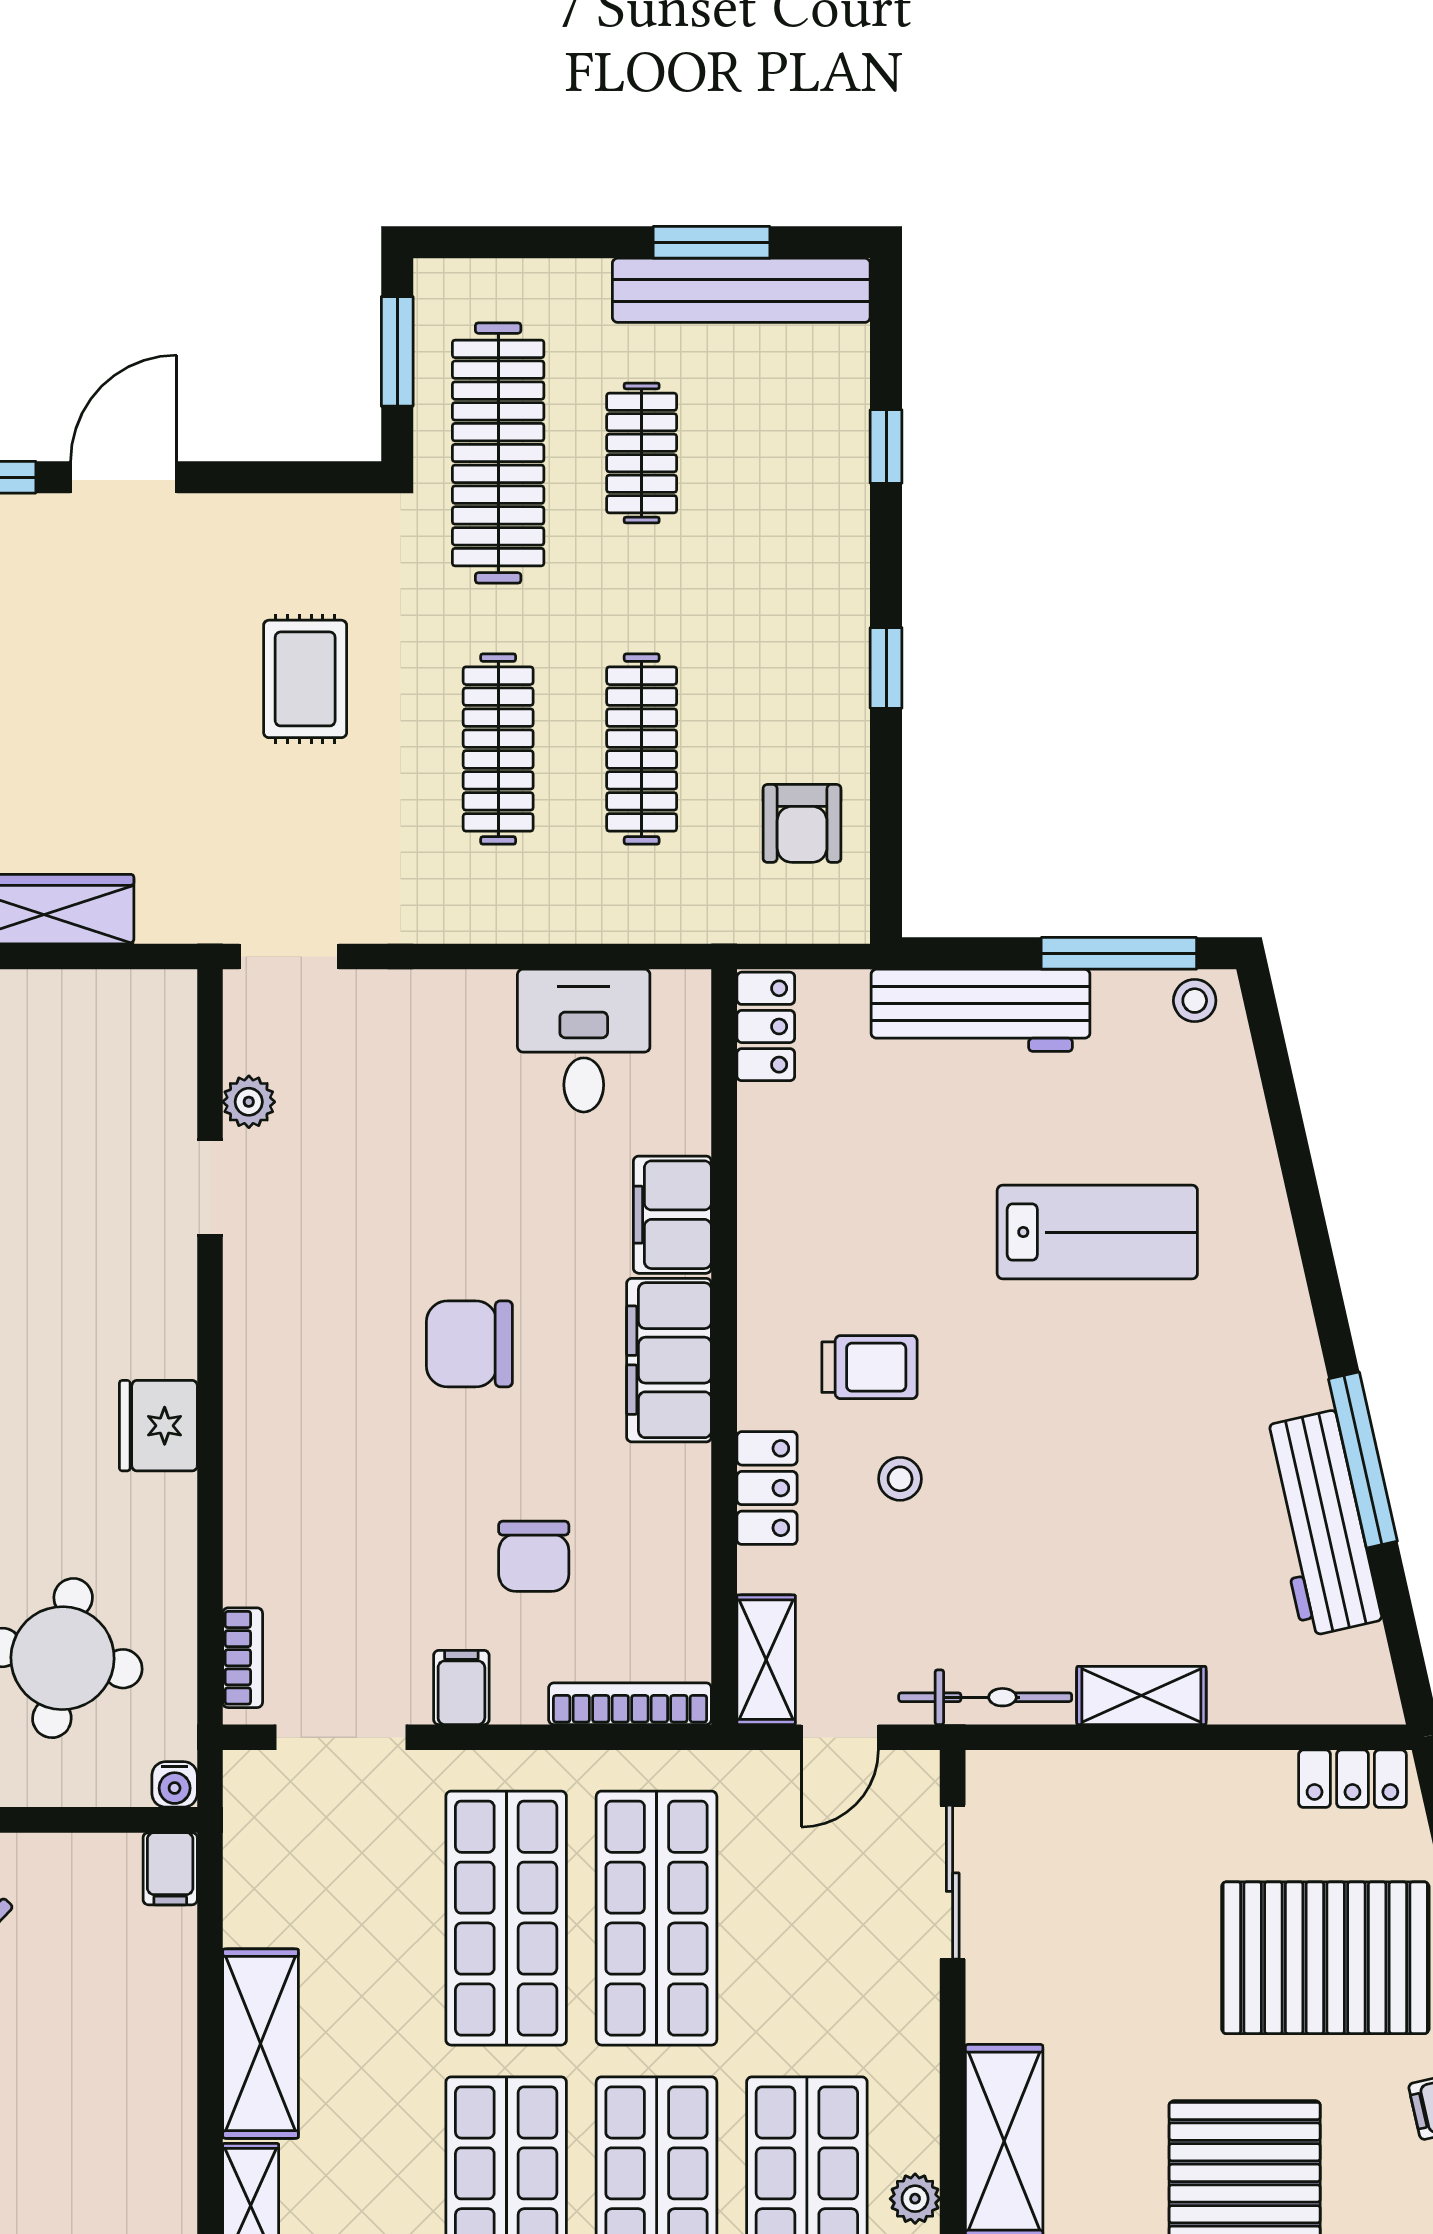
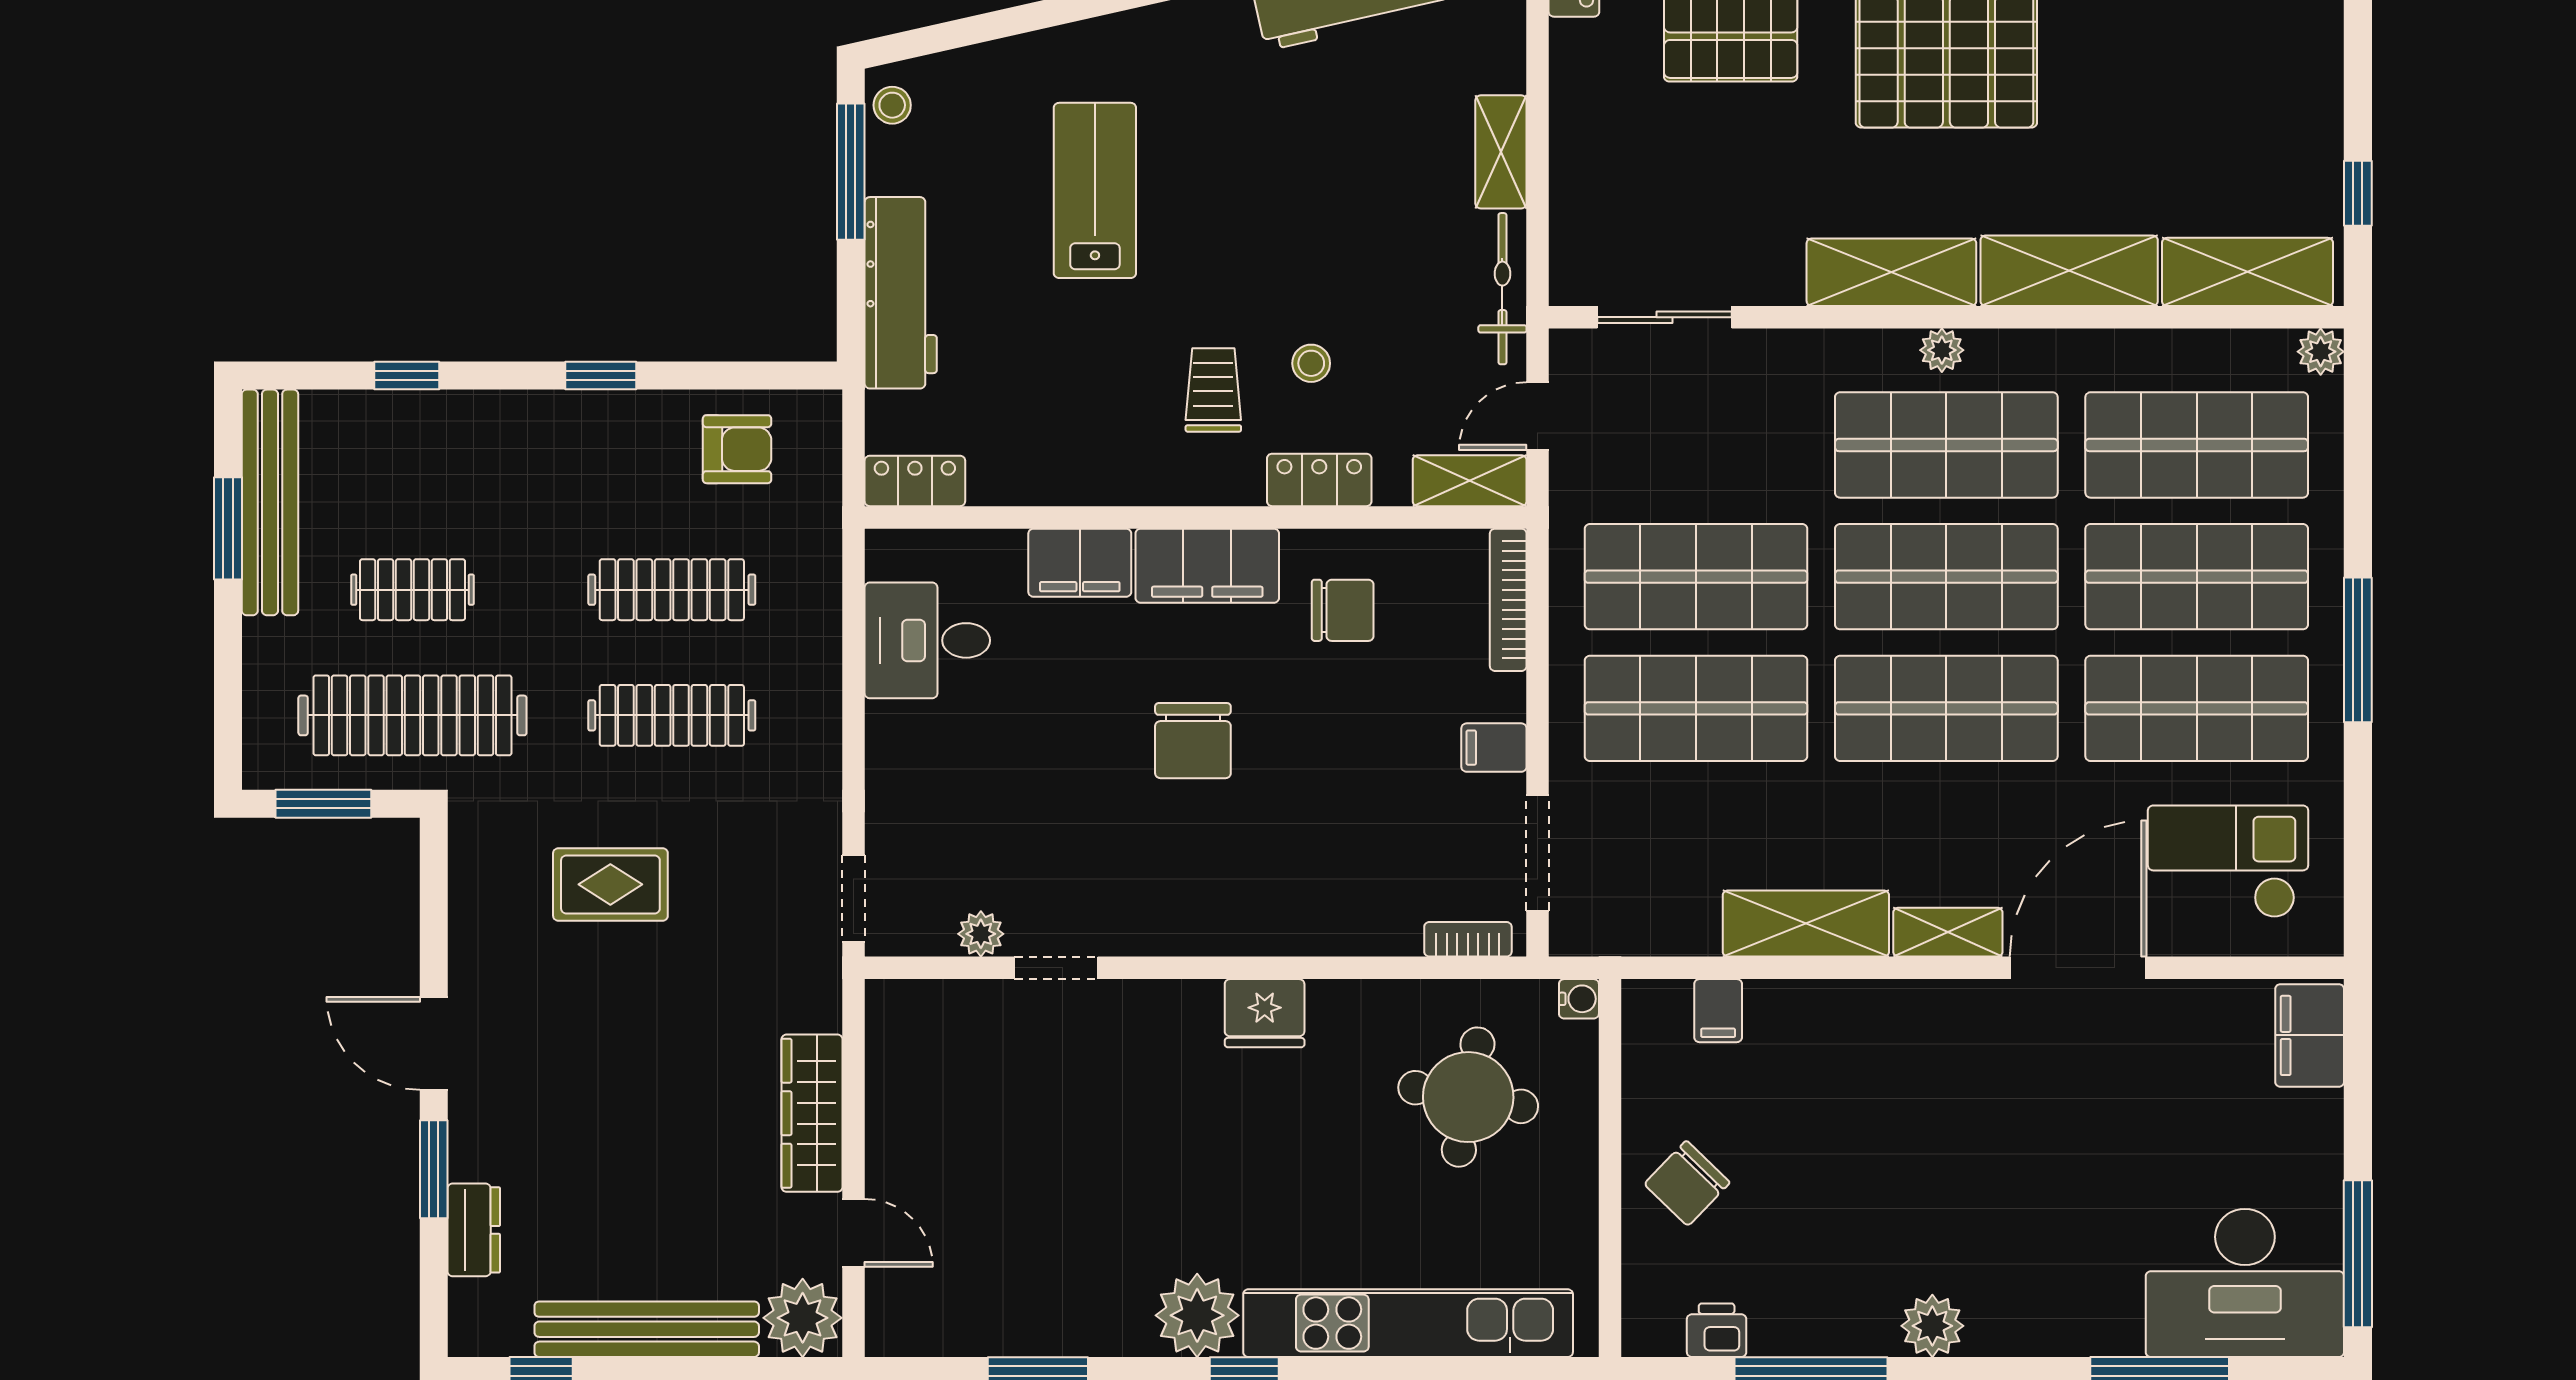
chair: (534, 1556) -> (1343, 610), moved
door: (840, 1737) -> (1538, 416), swing flipped
filing cabinet: (170, 1869) -> (1718, 1011), moved, turned 90

